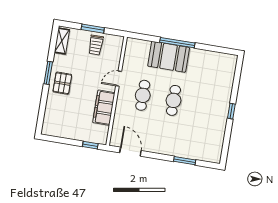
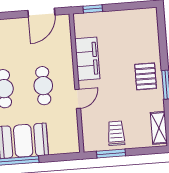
window: (93, 29) -> (111, 153), moved
door: (130, 152) -> (41, 13), hinge flipped

